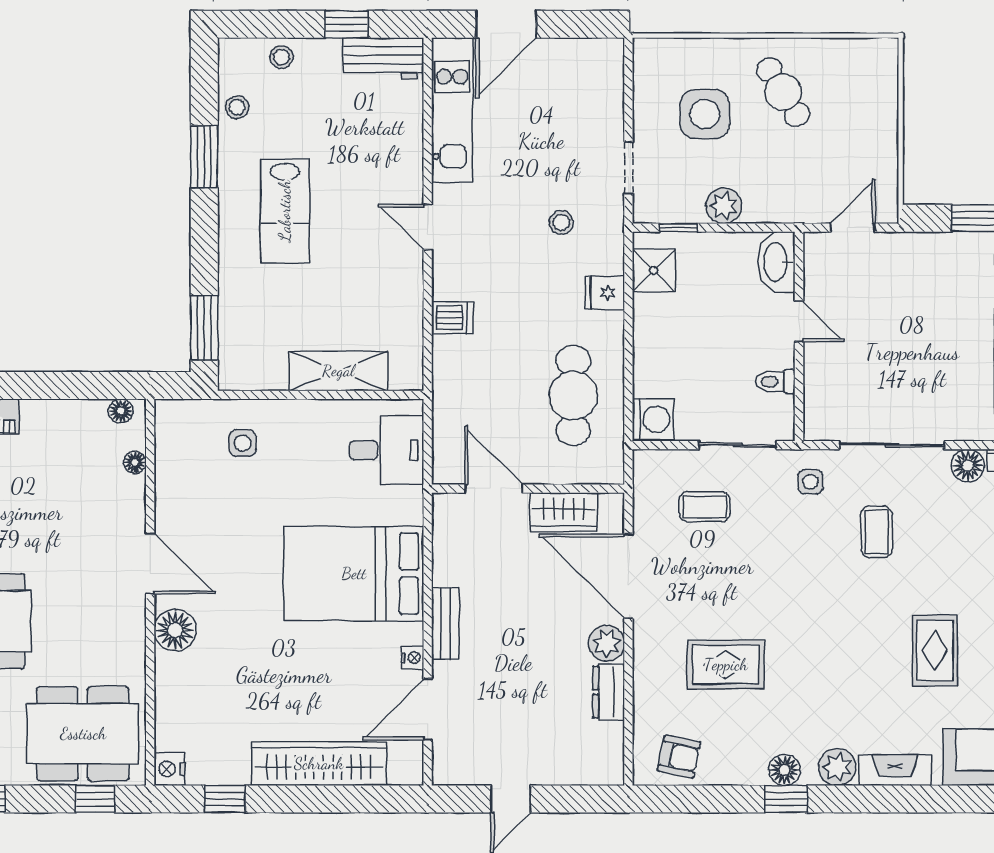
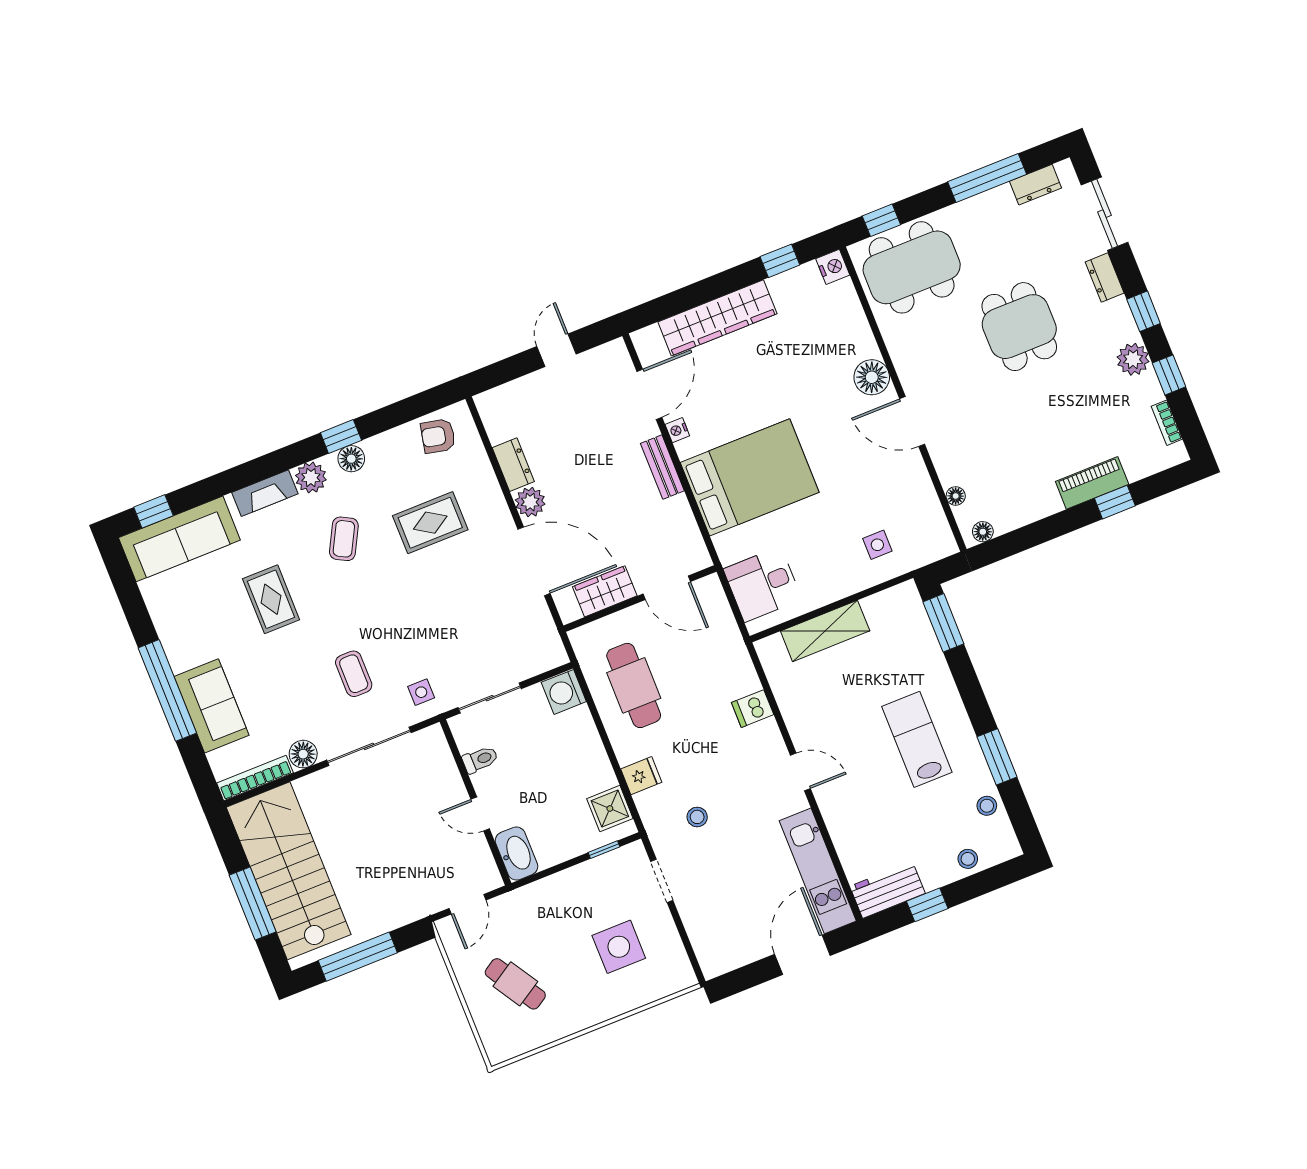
cafe table: (783, 92) -> (515, 984), moved
plant: (724, 206) -> (575, 881), removed
coffee table: (705, 507) -> (344, 539), moved, turned -62

